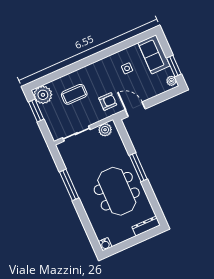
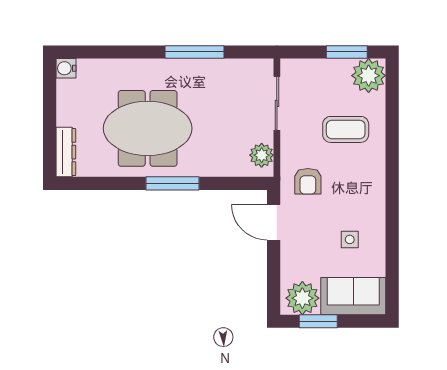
plant: (171, 81) -> (302, 298), width x1.87, depth x1.87
coffee table: (74, 94) -> (346, 129), turned 90
door: (135, 109) -> (274, 222), swing flipped

